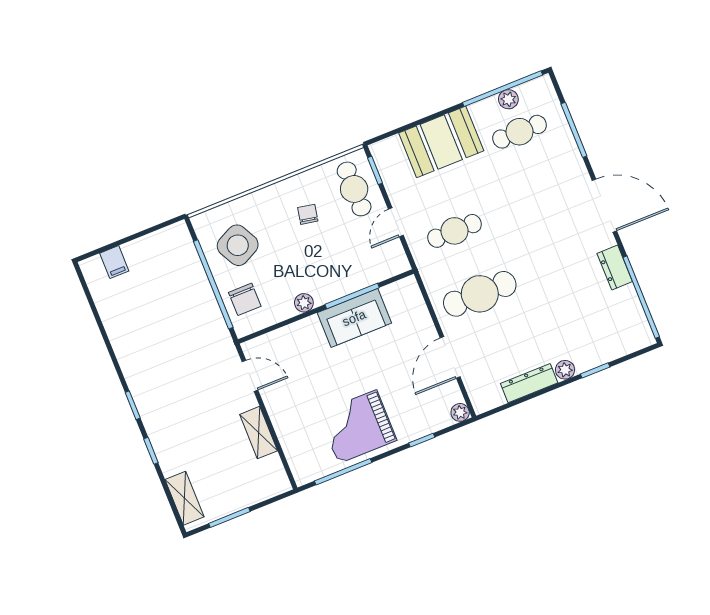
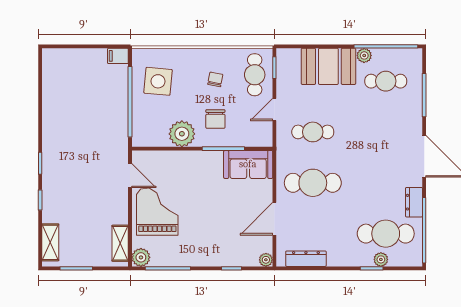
plant: (508, 99) -> (364, 55), moved
side table: (238, 245) -> (158, 81), turned 32
filing cabinet: (114, 262) -> (118, 56), moved, turned 90
chair: (245, 299) -> (215, 119), moved
plant: (304, 303) -> (182, 134), width x1.88, depth x1.88
sofa: (354, 318) -> (248, 164), moved
cafe table: (595, 320) -> (386, 234), added
plant: (565, 370) -> (381, 259), moved
dresser: (529, 383) -> (306, 259), moved
grand piano: (357, 427) -> (157, 212), moved, turned 90
shelving: (259, 433) -> (120, 243), moved
plant: (304, 472) -> (141, 257), added

